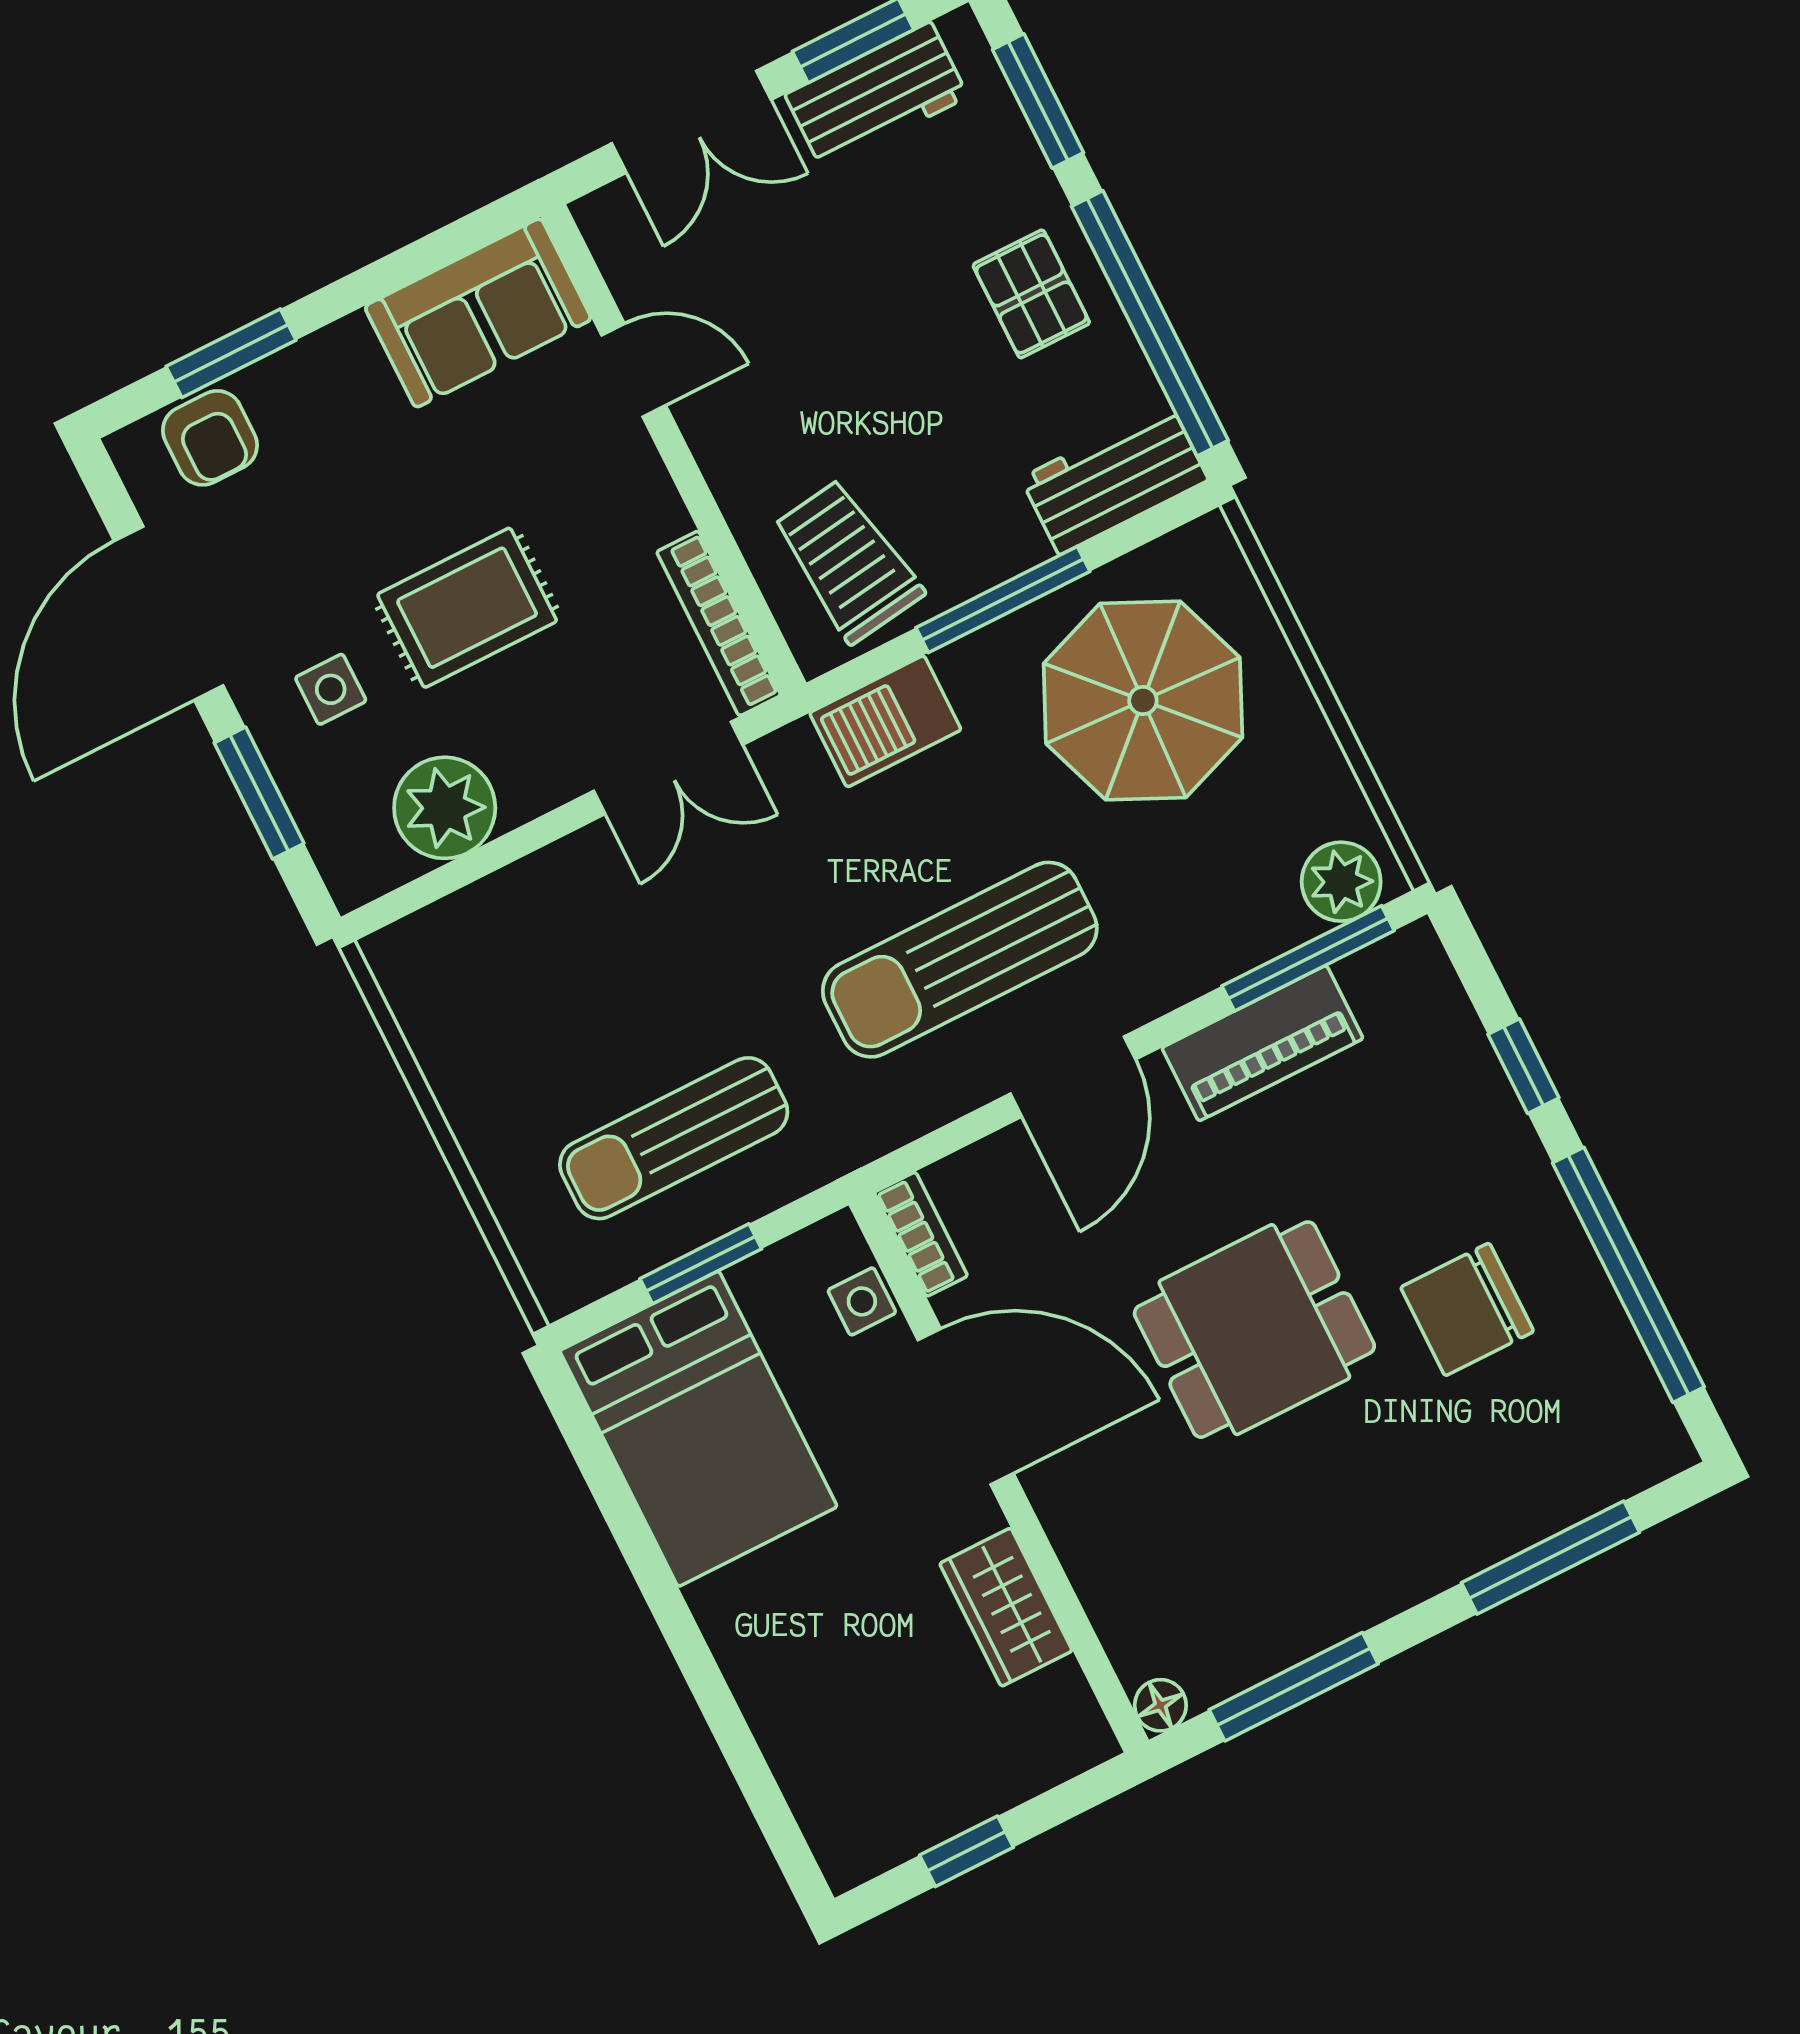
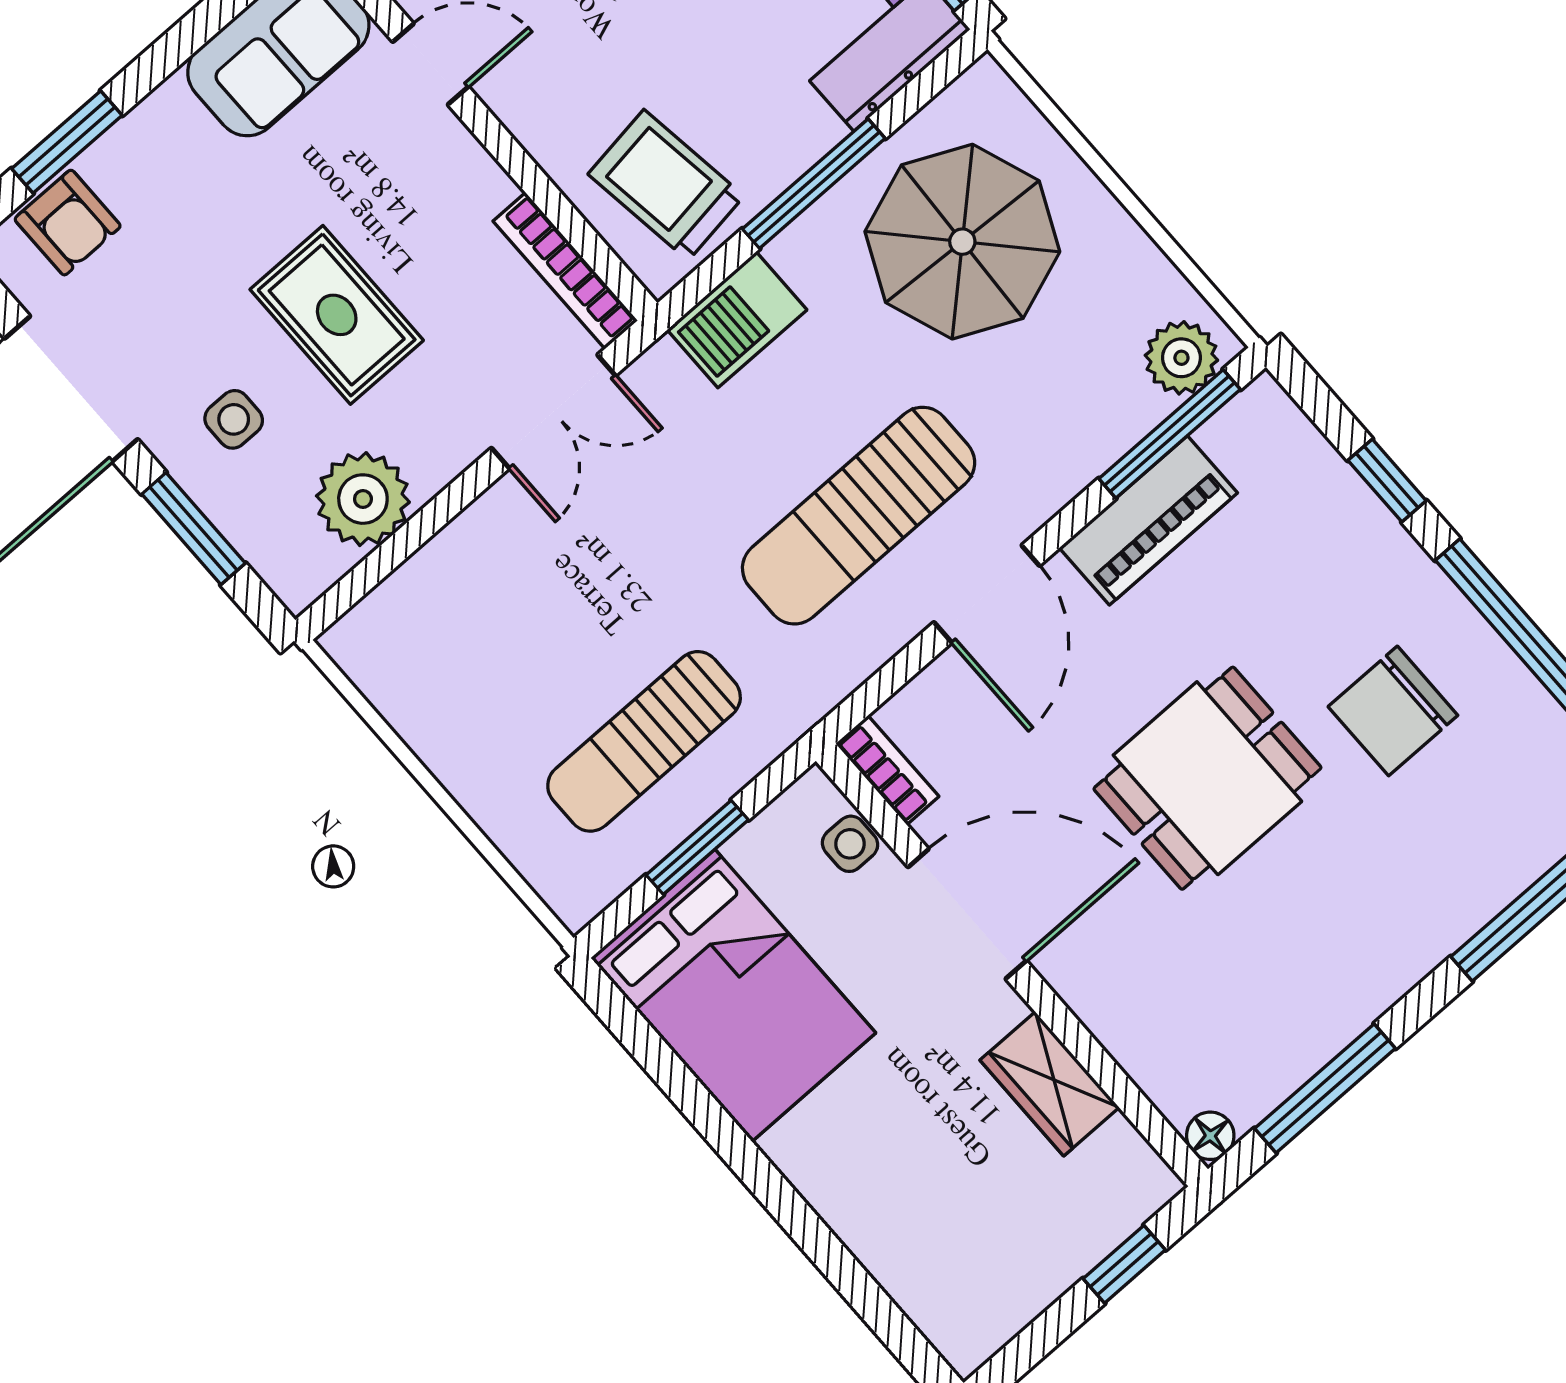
rug: (467, 608) -> (337, 315), turned 90
window: (966, 1851) -> (1124, 1264), moved

